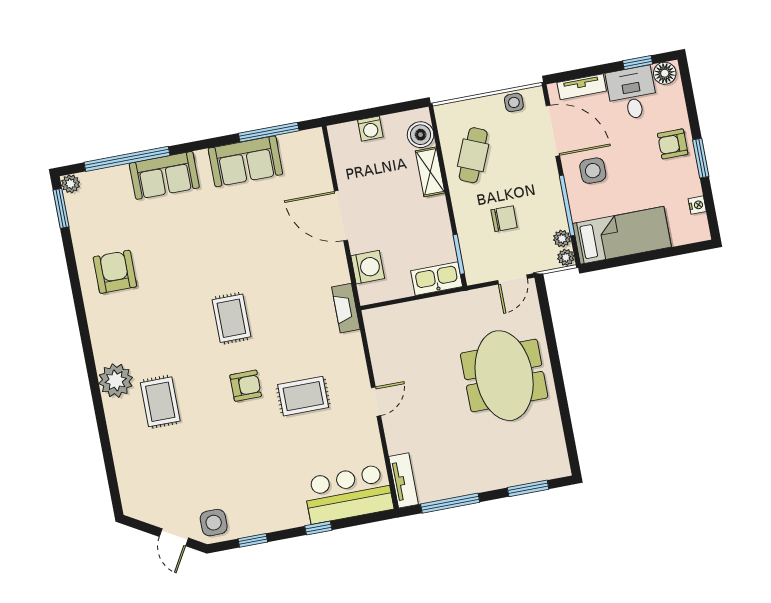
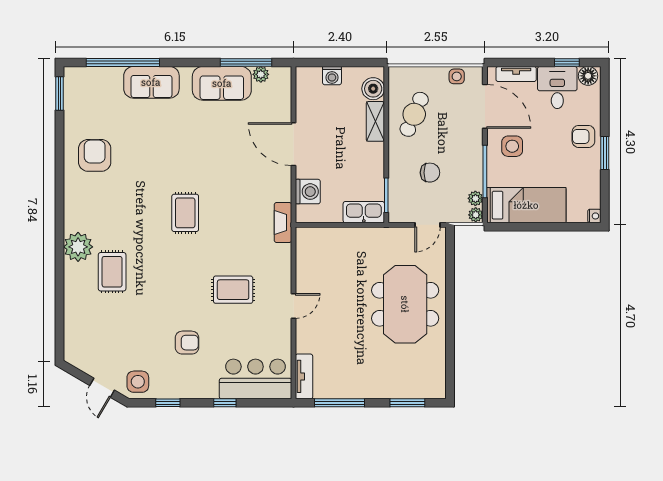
plant: (70, 184) -> (261, 74), moved
nightstand: (697, 205) -> (594, 216), moved
armchair: (246, 386) -> (187, 343), moved

